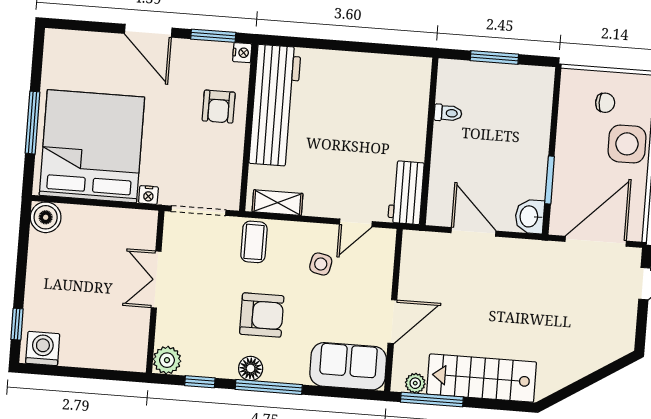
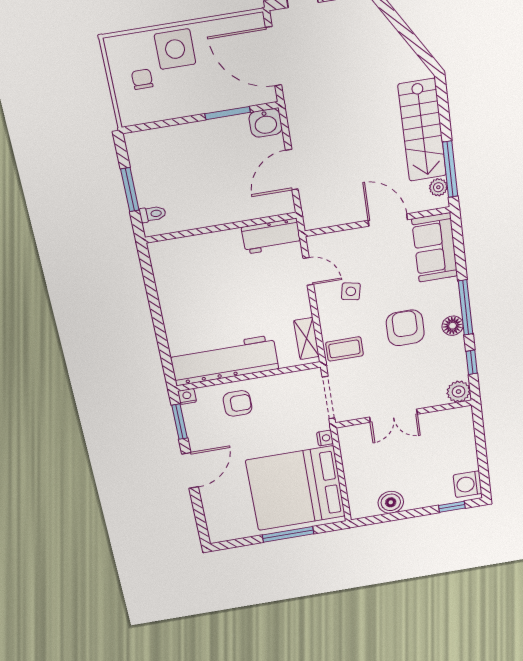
toilet: (448, 113) -> (153, 214), moved, turned 90
boiler: (46, 217) -> (391, 502), moved

